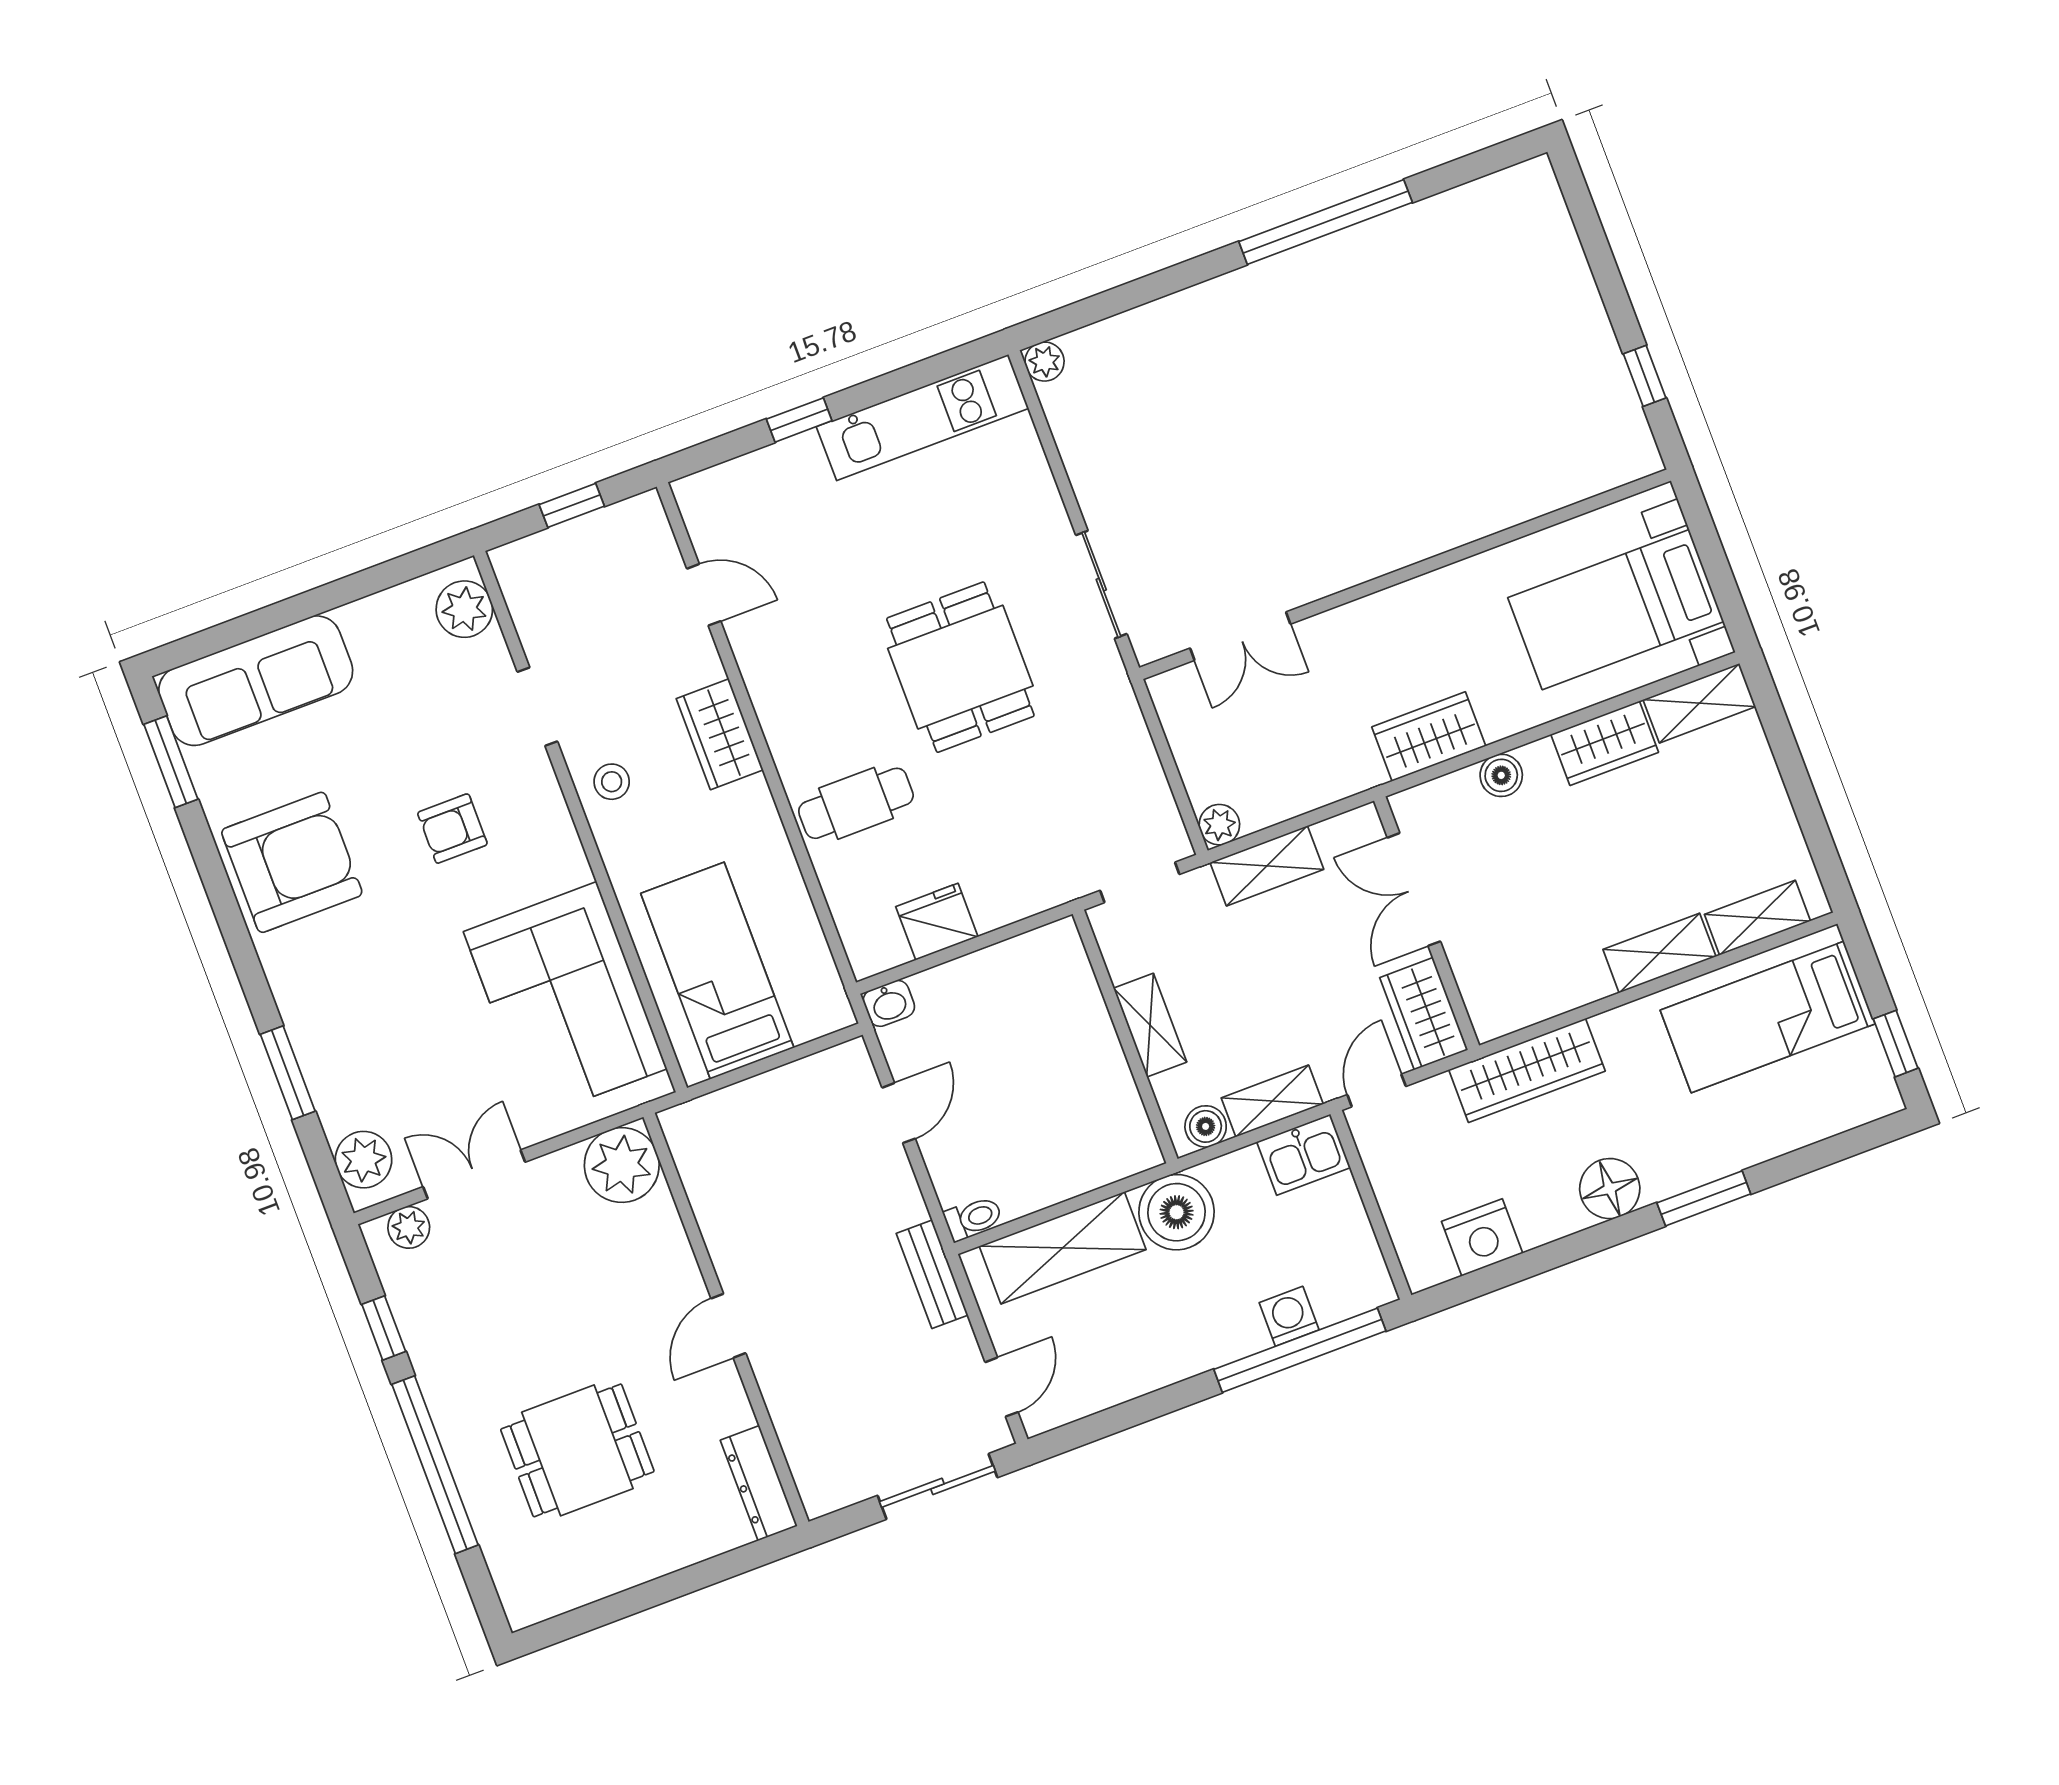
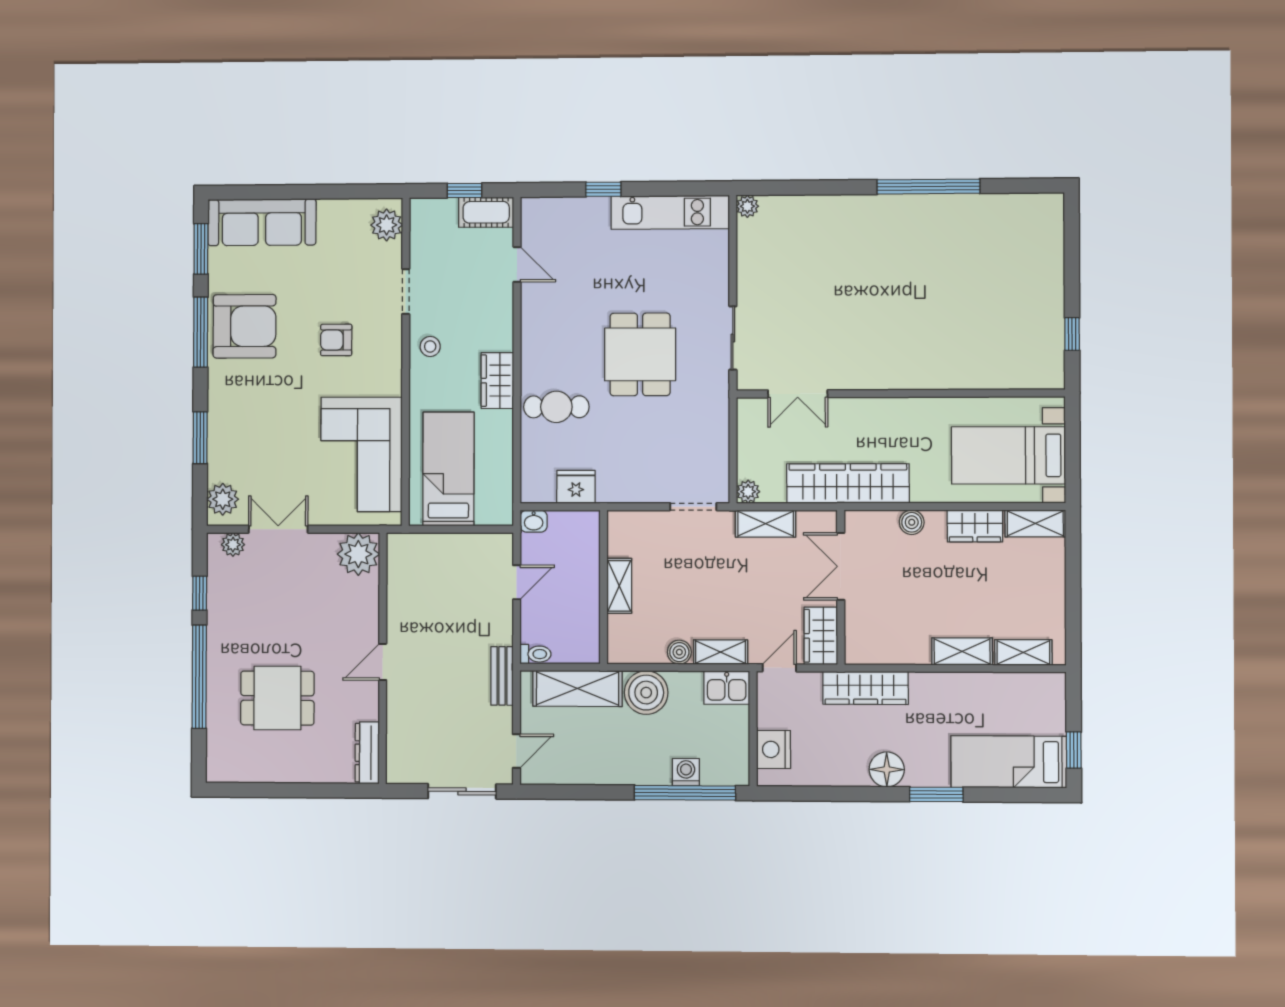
cot: (621, 528) -> (486, 212), added
wardrobe: (720, 734) -> (497, 381), moved
wardrobe: (1429, 736) -> (848, 483), width x2.10, depth x1.17
window: (222, 899) -> (201, 332), added
bed: (1768, 1017) -> (1009, 762), moved
shelving: (1150, 1025) -> (619, 586), moved
wall: (1125, 1036) -> (603, 587), moved
nightstand: (1482, 1237) -> (773, 749), moved, turned 90

